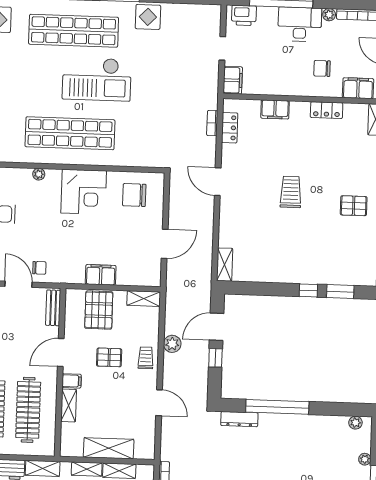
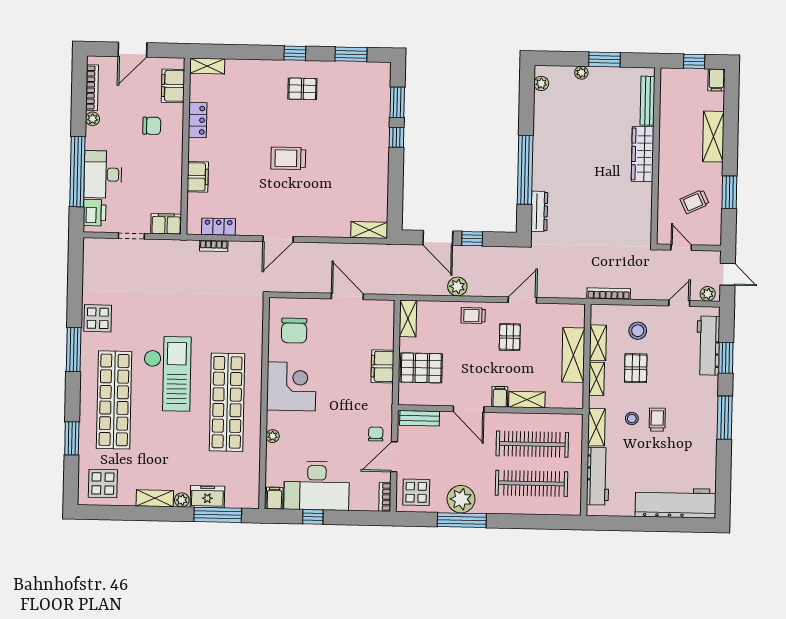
desk: (300, 24) -> (103, 174), moved
chair: (322, 68) -> (152, 126), turned -90
pallet: (354, 206) -> (302, 89), turned 90
pallet: (109, 357) -> (510, 337), moved

